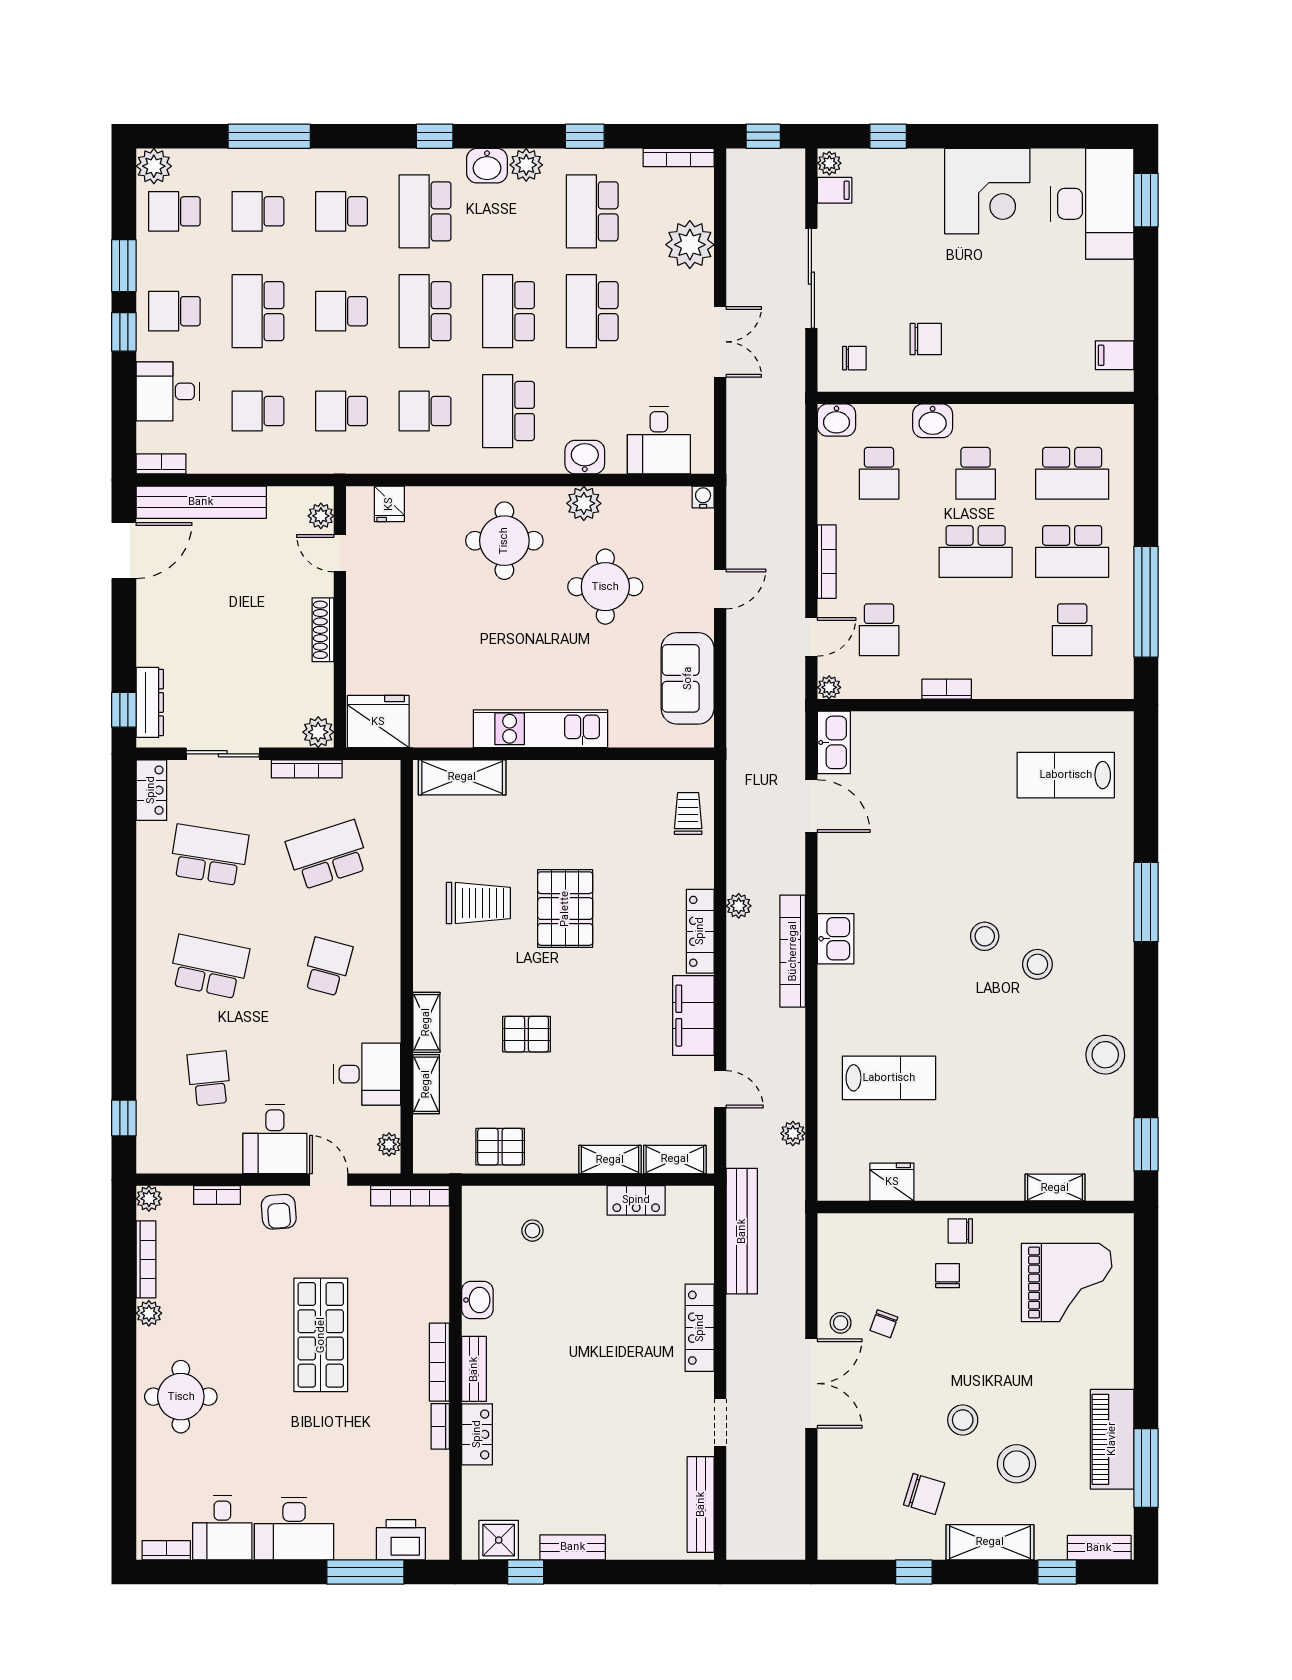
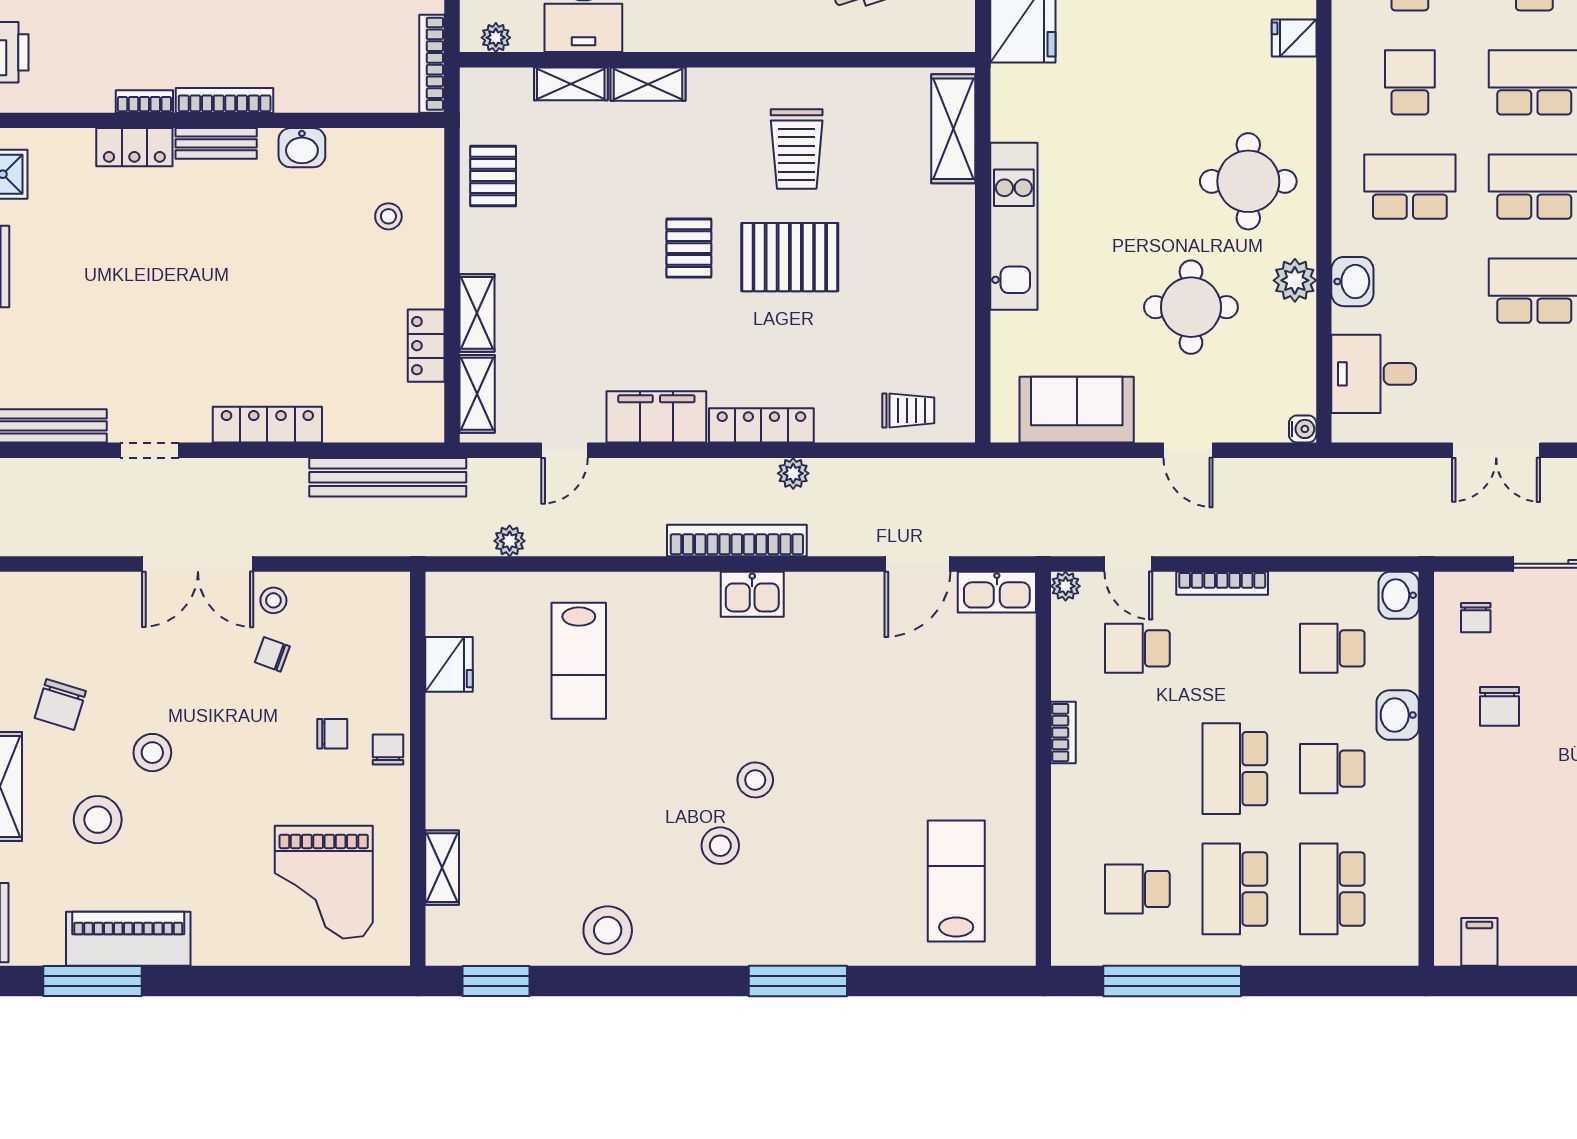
pallet: (527, 1034) -> (689, 248), moved

